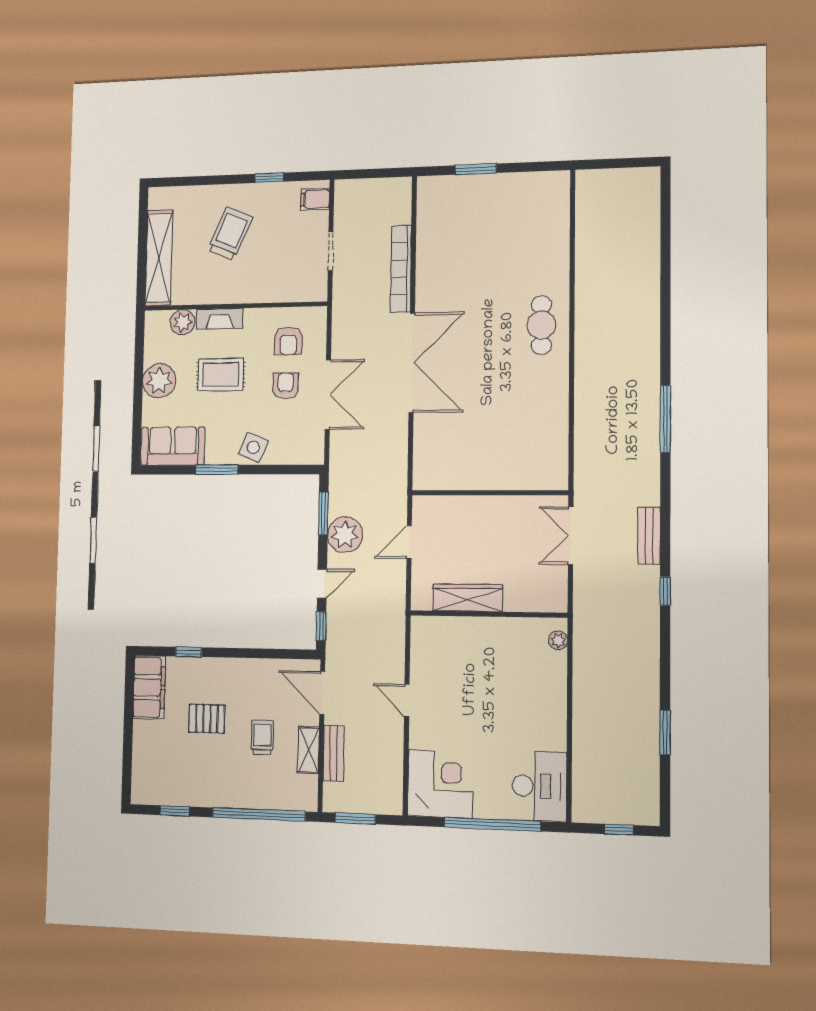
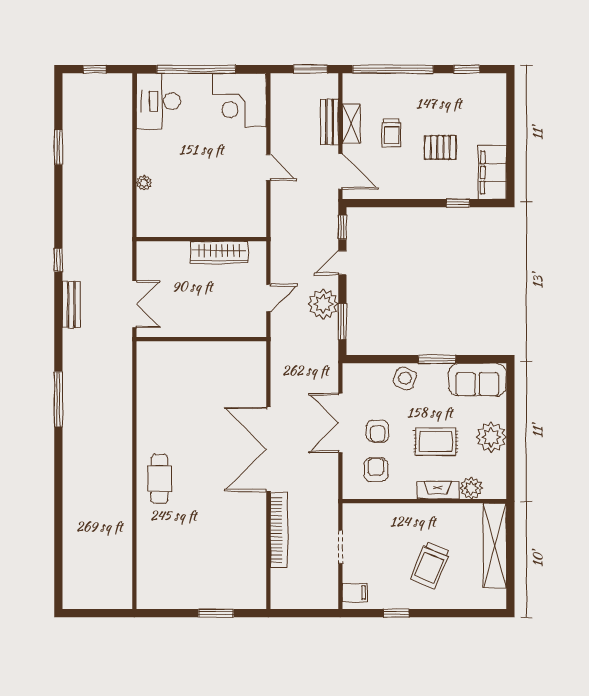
plant: (558, 640) -> (144, 183), moved

